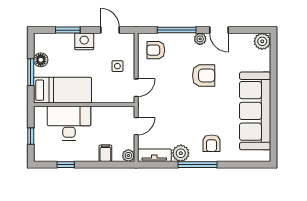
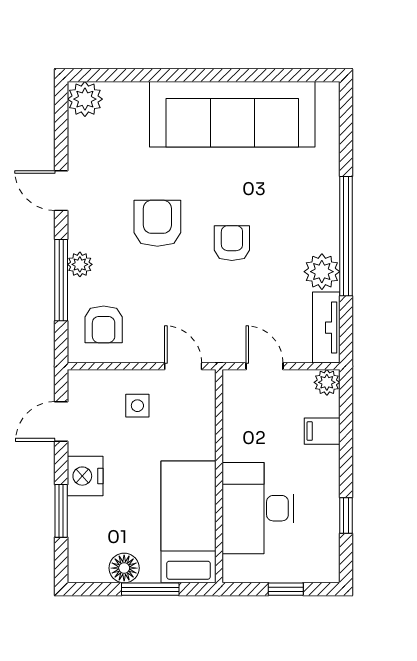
door: (219, 30) -> (61, 191), swing flipped
plant: (200, 39) -> (80, 264), moved
armchair: (212, 143) -> (232, 243), moved, turned -90
window: (197, 165) -> (346, 236), width x1.46

